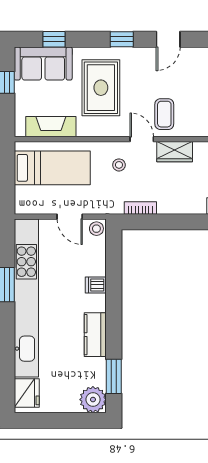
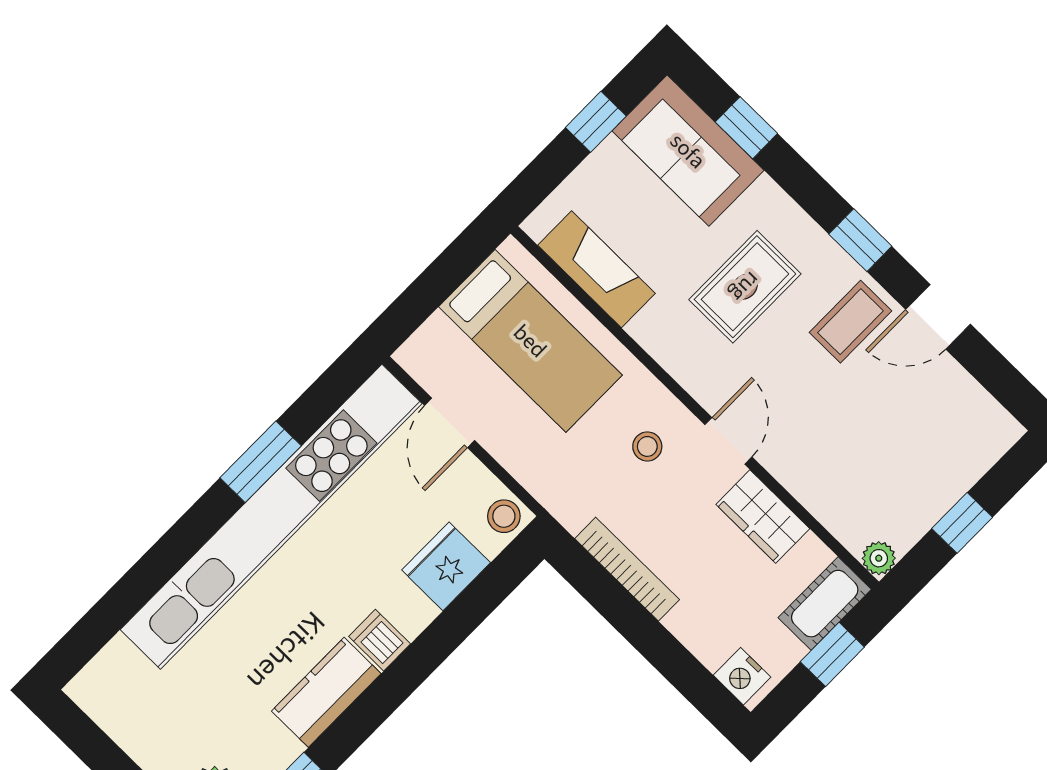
rug: (101, 88) -> (745, 287), width x0.73, depth x0.70
coffee table: (164, 114) -> (850, 322), moved
bookcase: (140, 208) -> (627, 569), width x1.56
door: (70, 217) -> (450, 423), moved
dishwasher: (96, 285) -> (380, 640), moved
fridge: (27, 393) -> (446, 566), moved, turned 180

